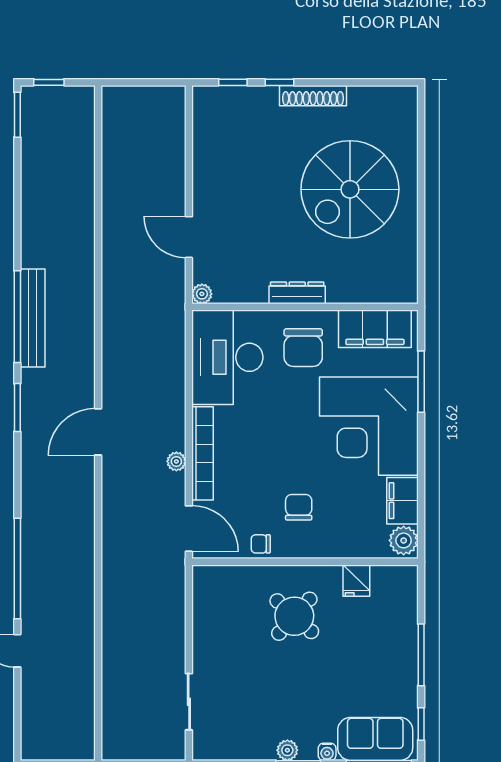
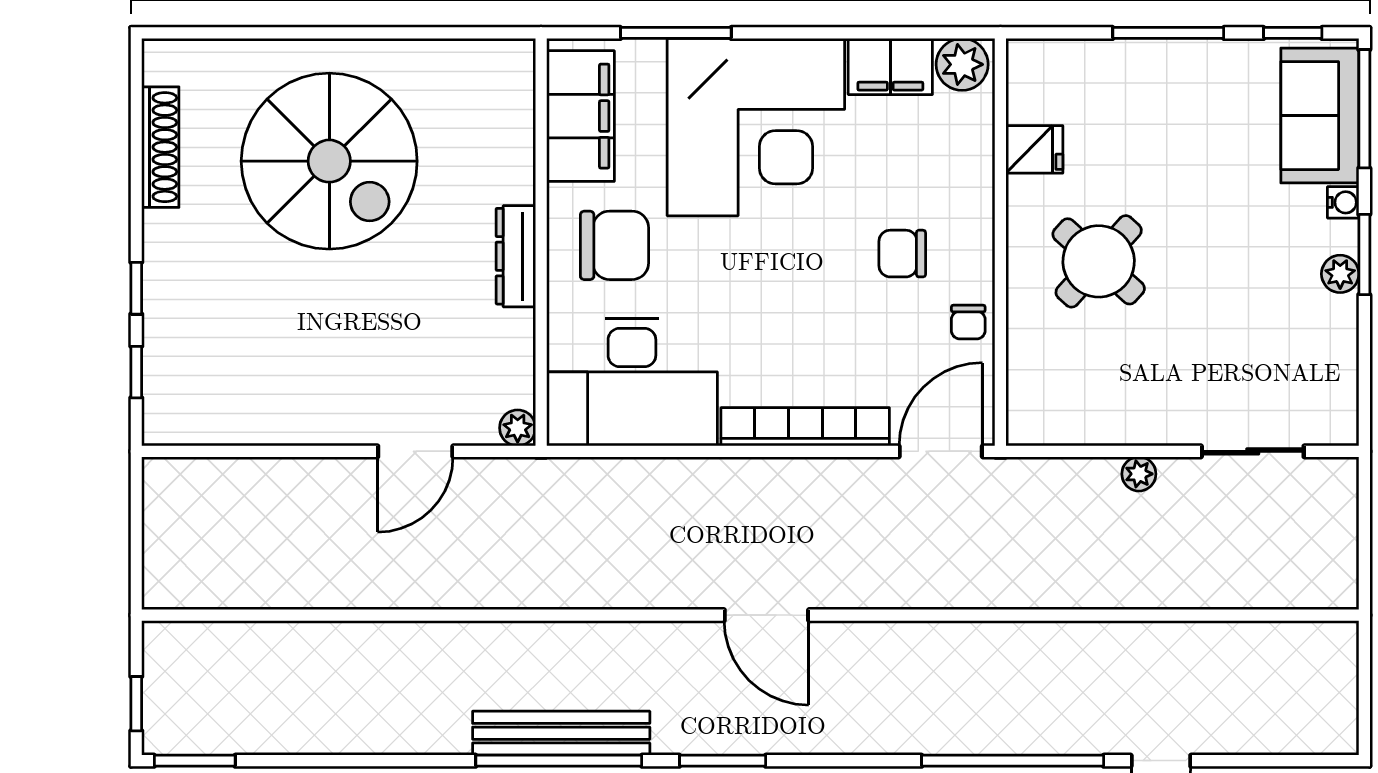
shoe rack: (313, 96) -> (160, 147), moved
plant: (176, 461) -> (1139, 474), moved

